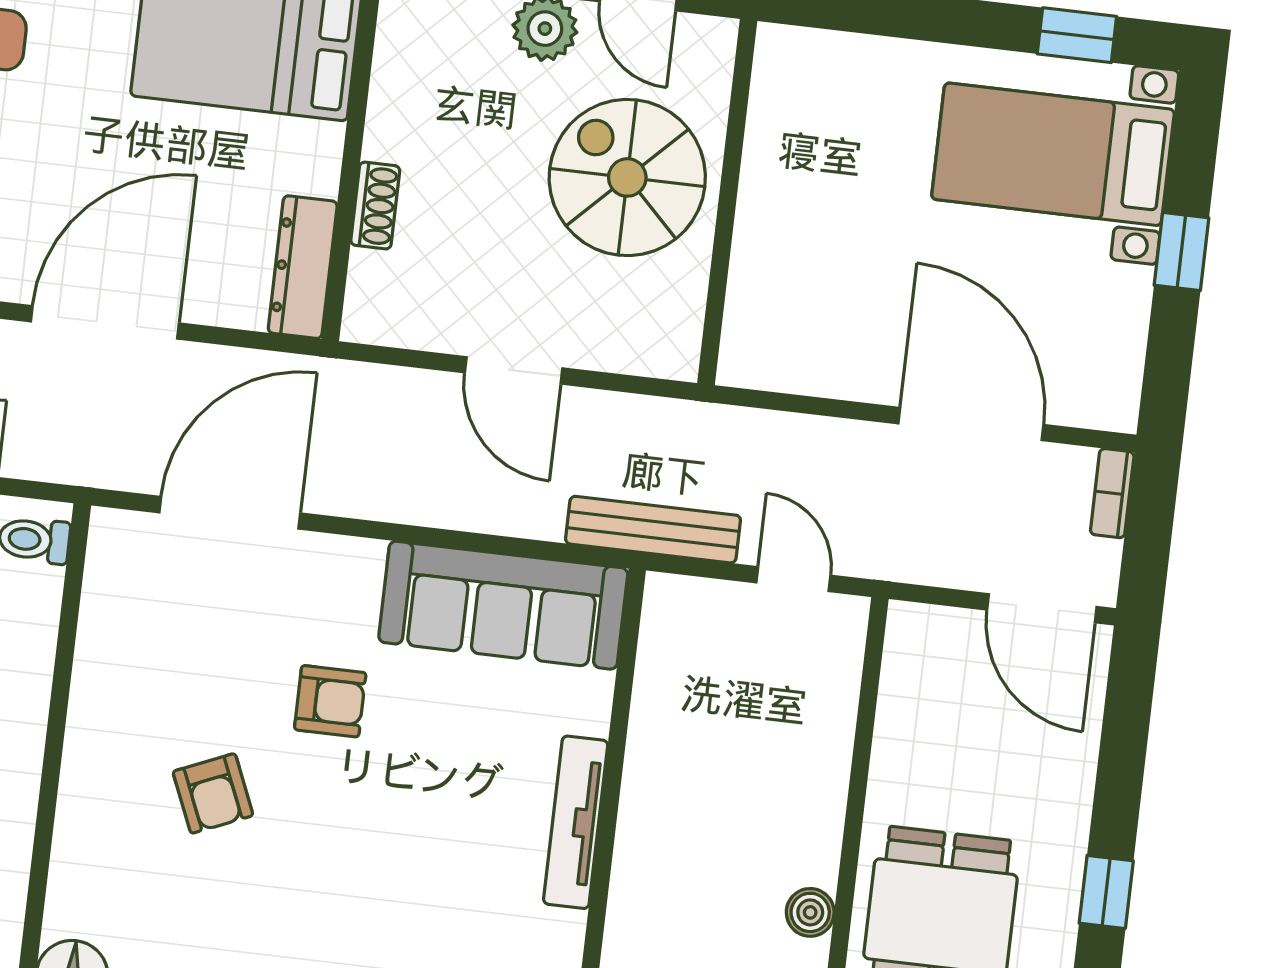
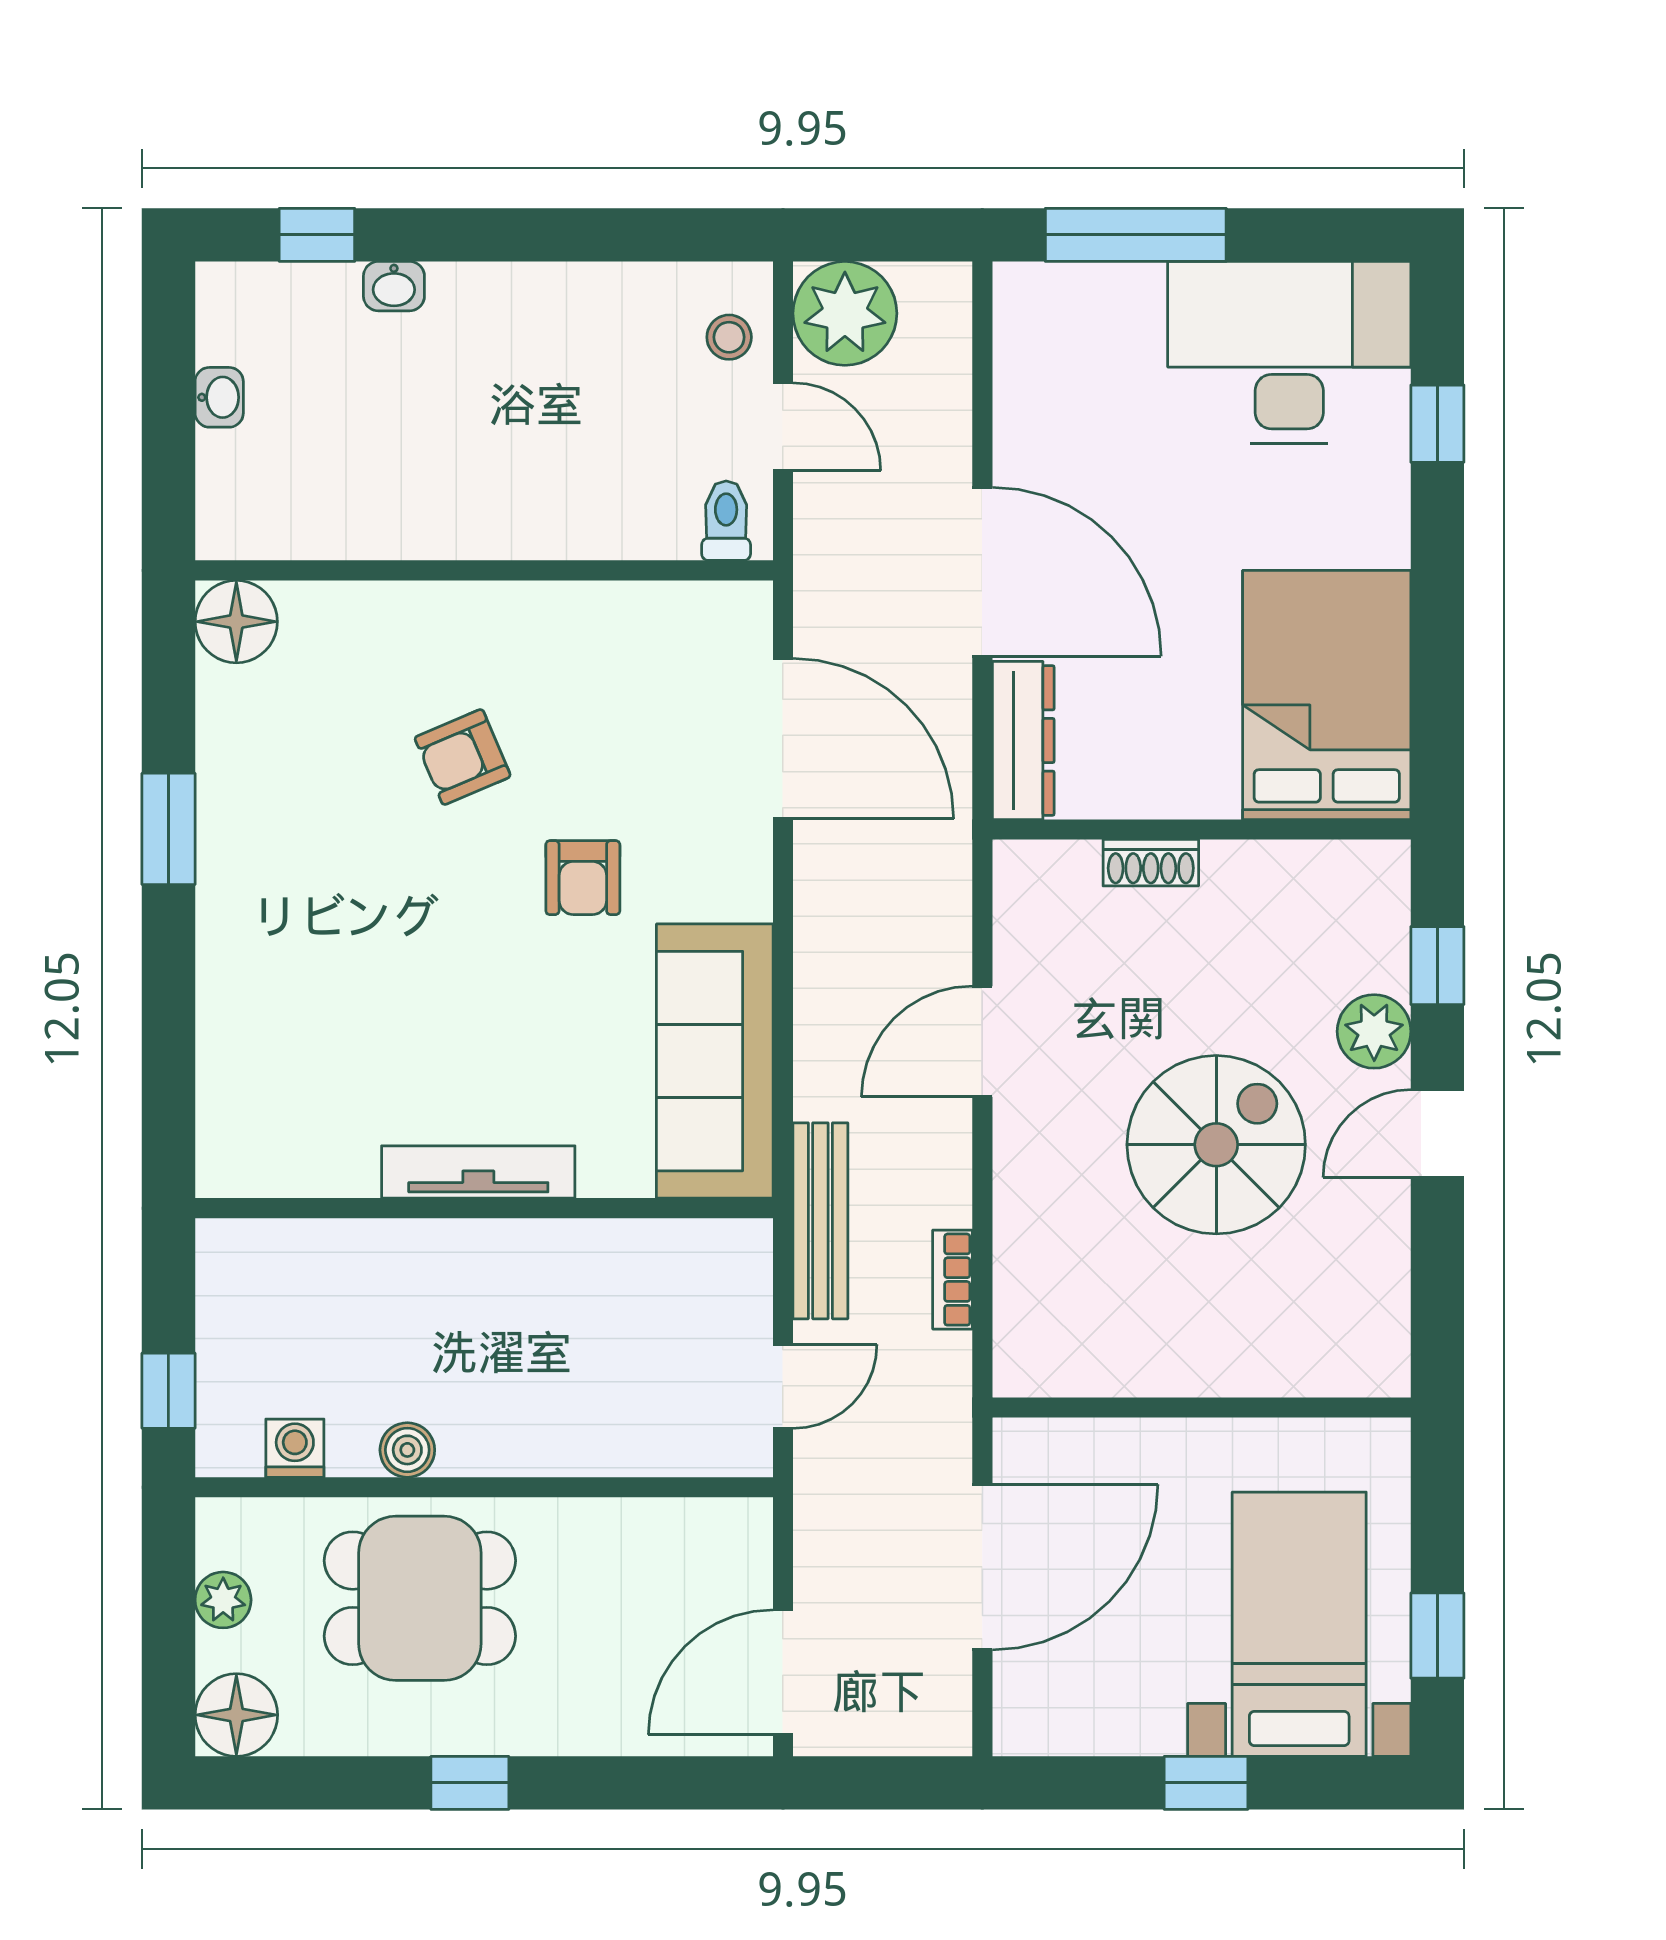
wall: (727, 202) -> (1202, 1407), moved
dresser: (303, 267) -> (1023, 741), moved, turned 90
bookcase: (1112, 493) -> (953, 1280), moved, turned -90

